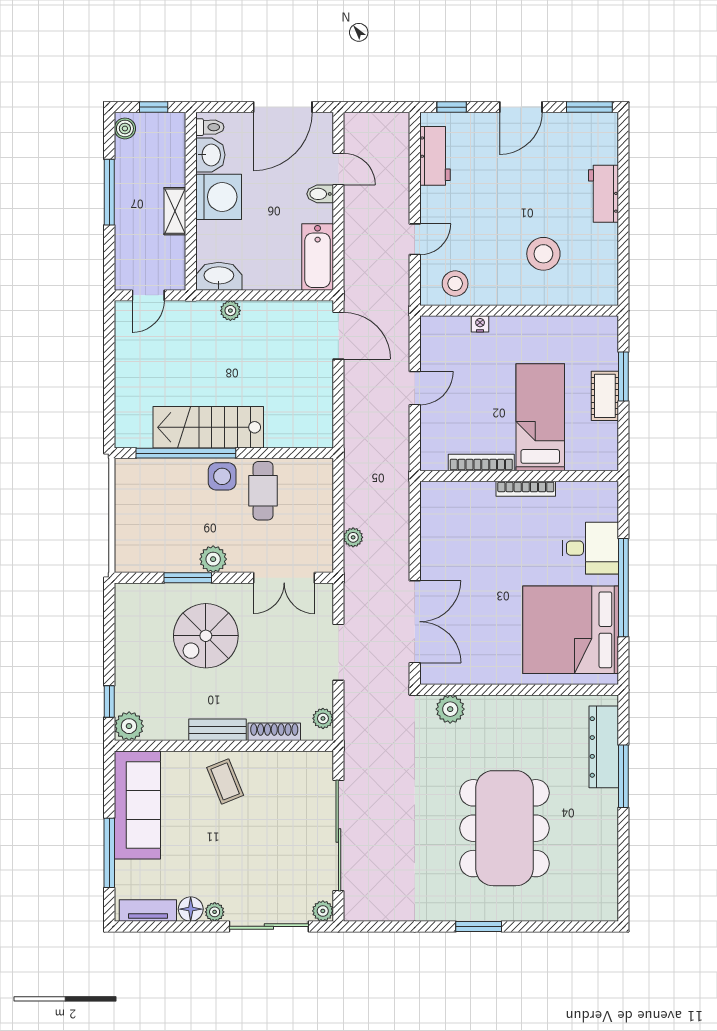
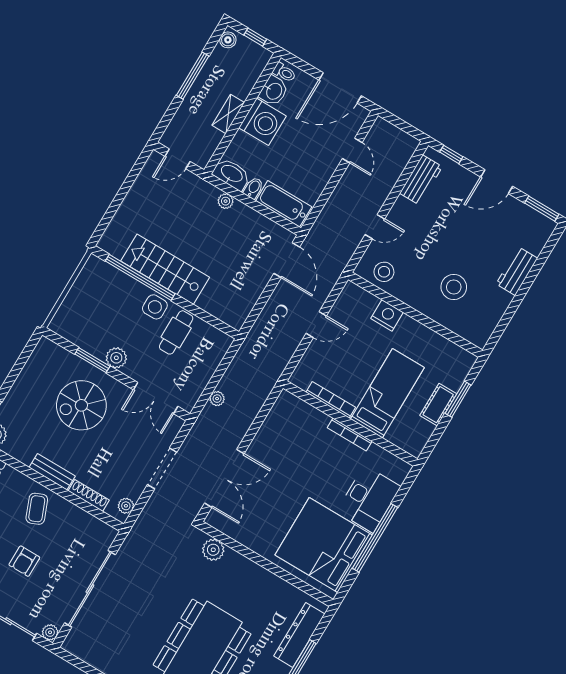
bidet: (320, 194) -> (254, 188), moved, turned 90
bathtub: (318, 257) -> (284, 204), moved, turned 90
nightstand: (480, 324) -> (387, 315), width x1.89, depth x1.79
desk: (590, 548) -> (369, 499), width x1.37
armchair: (246, 848) -> (24, 561), added

